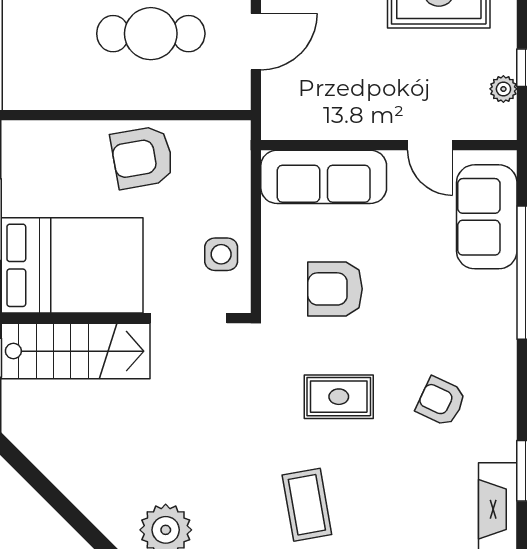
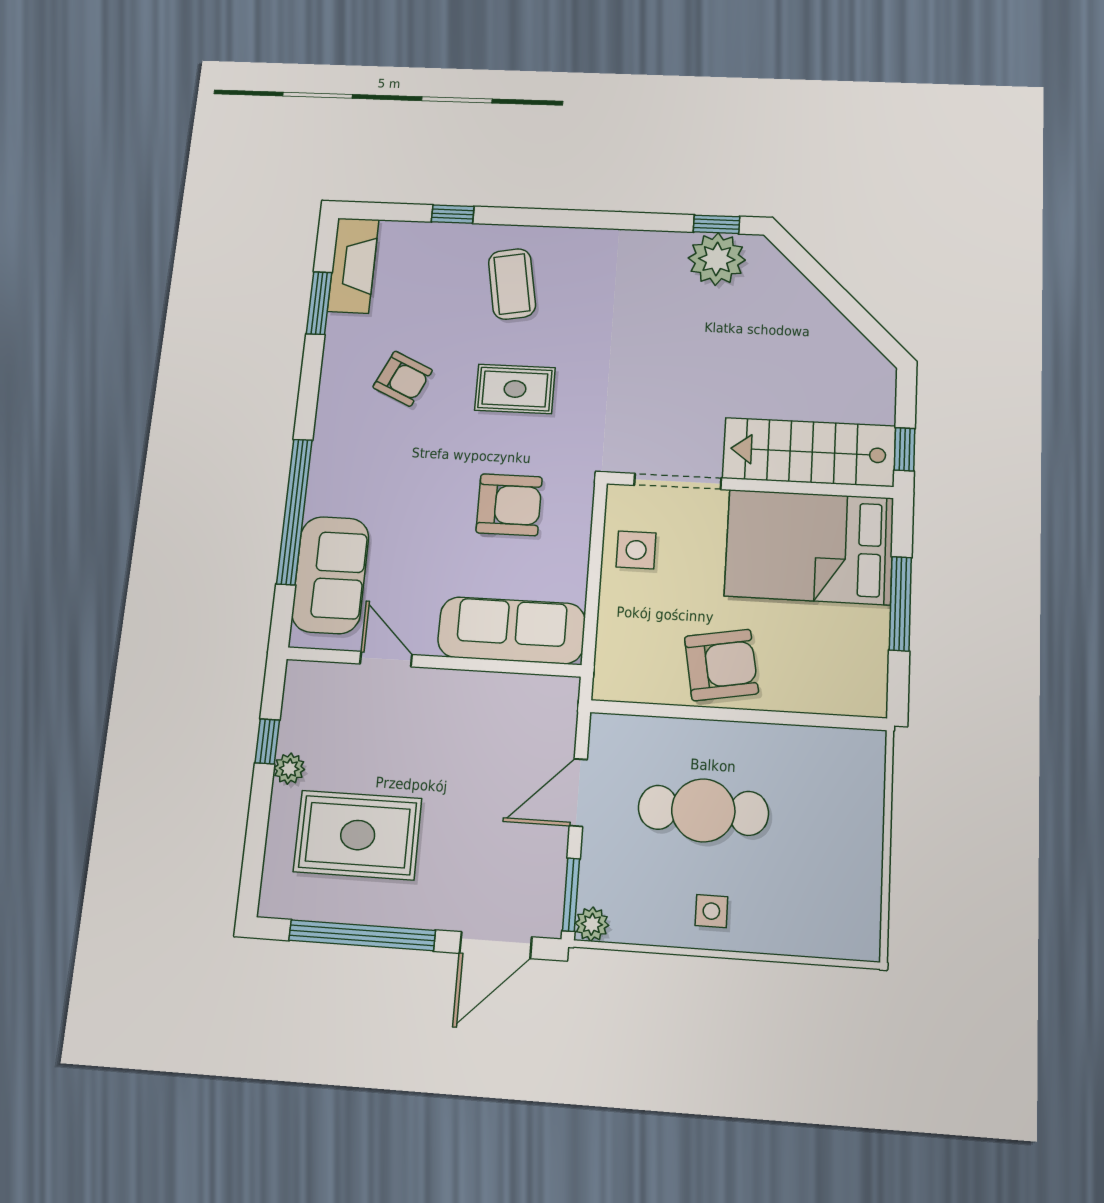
plant: (503, 89) -> (289, 769), moved
coffee table: (307, 505) -> (512, 284), moved

